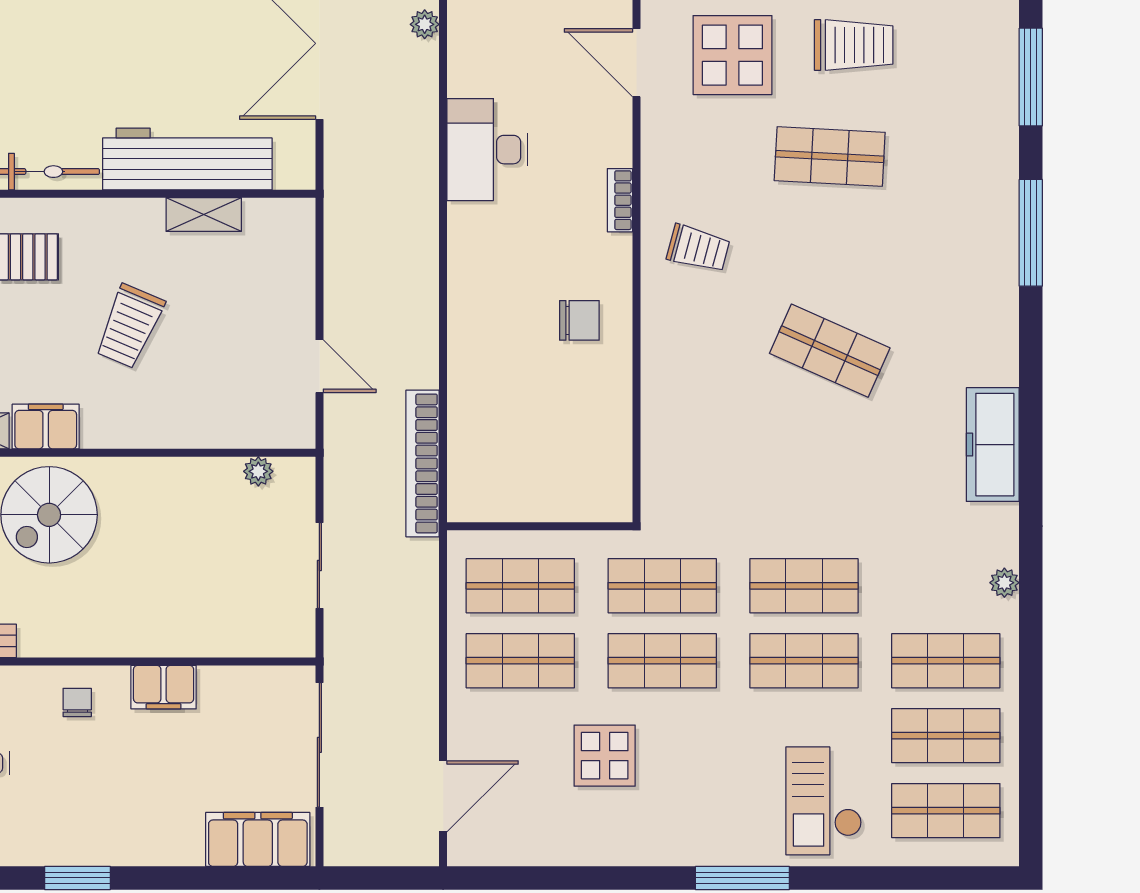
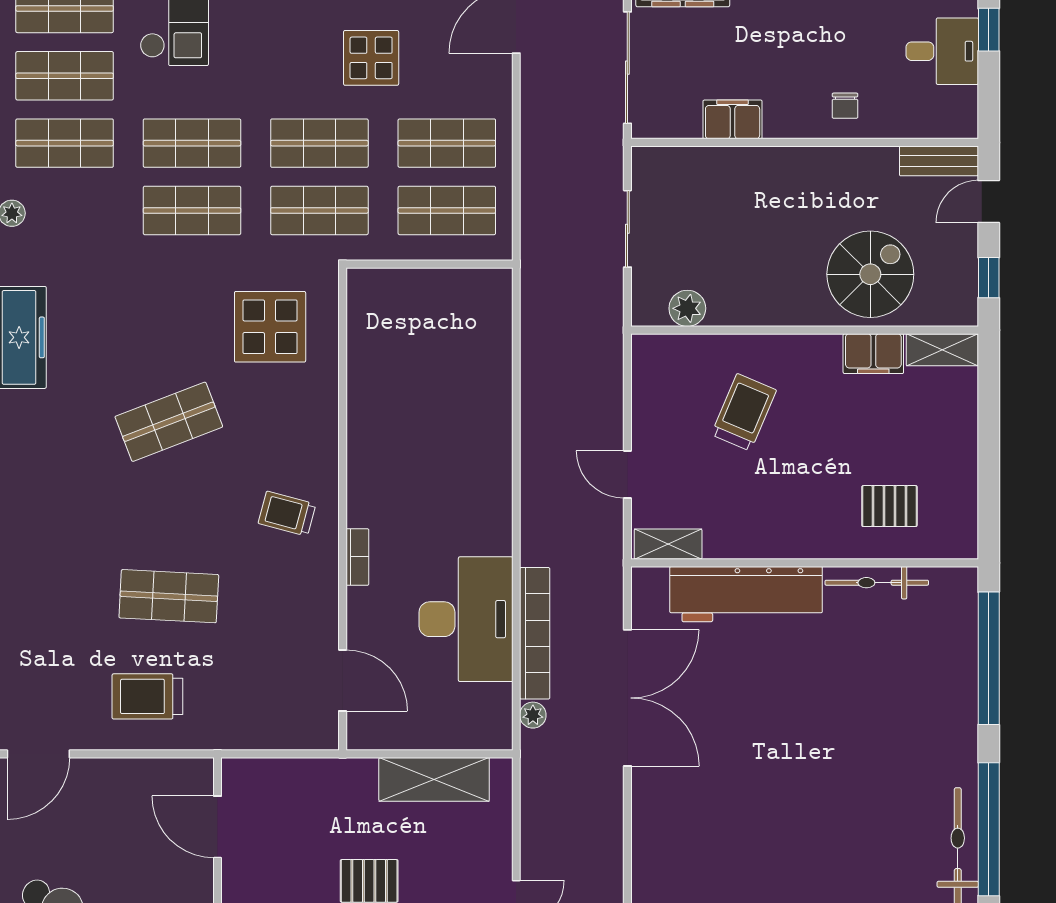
display table: (732, 55) -> (270, 327), moved
desk: (487, 150) -> (466, 619), width x1.36, depth x1.30
shelving: (204, 214) -> (668, 544), moved
chair: (579, 320) -> (394, 449), removed
trolley: (130, 326) -> (744, 412), moved
shop shelf: (830, 351) -> (169, 422), turned -45
door: (319, 366) -> (627, 475), moved
bookcase: (423, 463) -> (535, 633), moved
plant: (258, 471) -> (687, 308), width x1.38, depth x1.38
filing cabinet: (164, 687) -> (733, 119), moved

